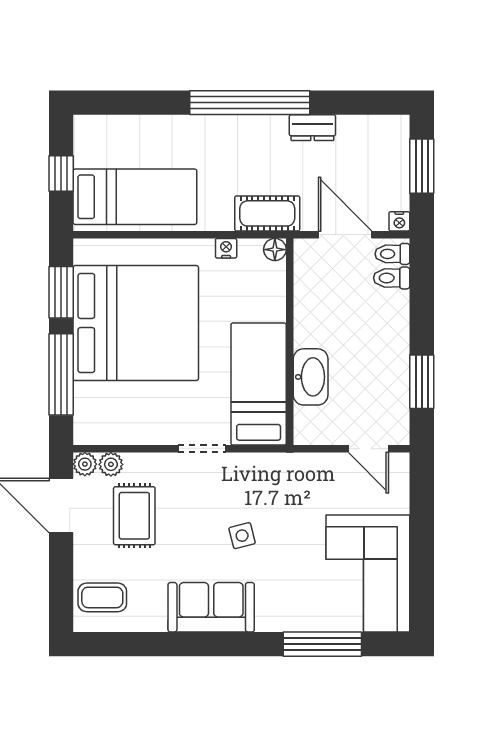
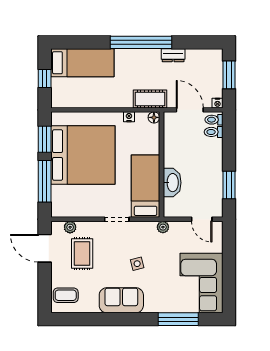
bed: (135, 197) -> (82, 63), moved
plant: (85, 464) -> (163, 227), moved

